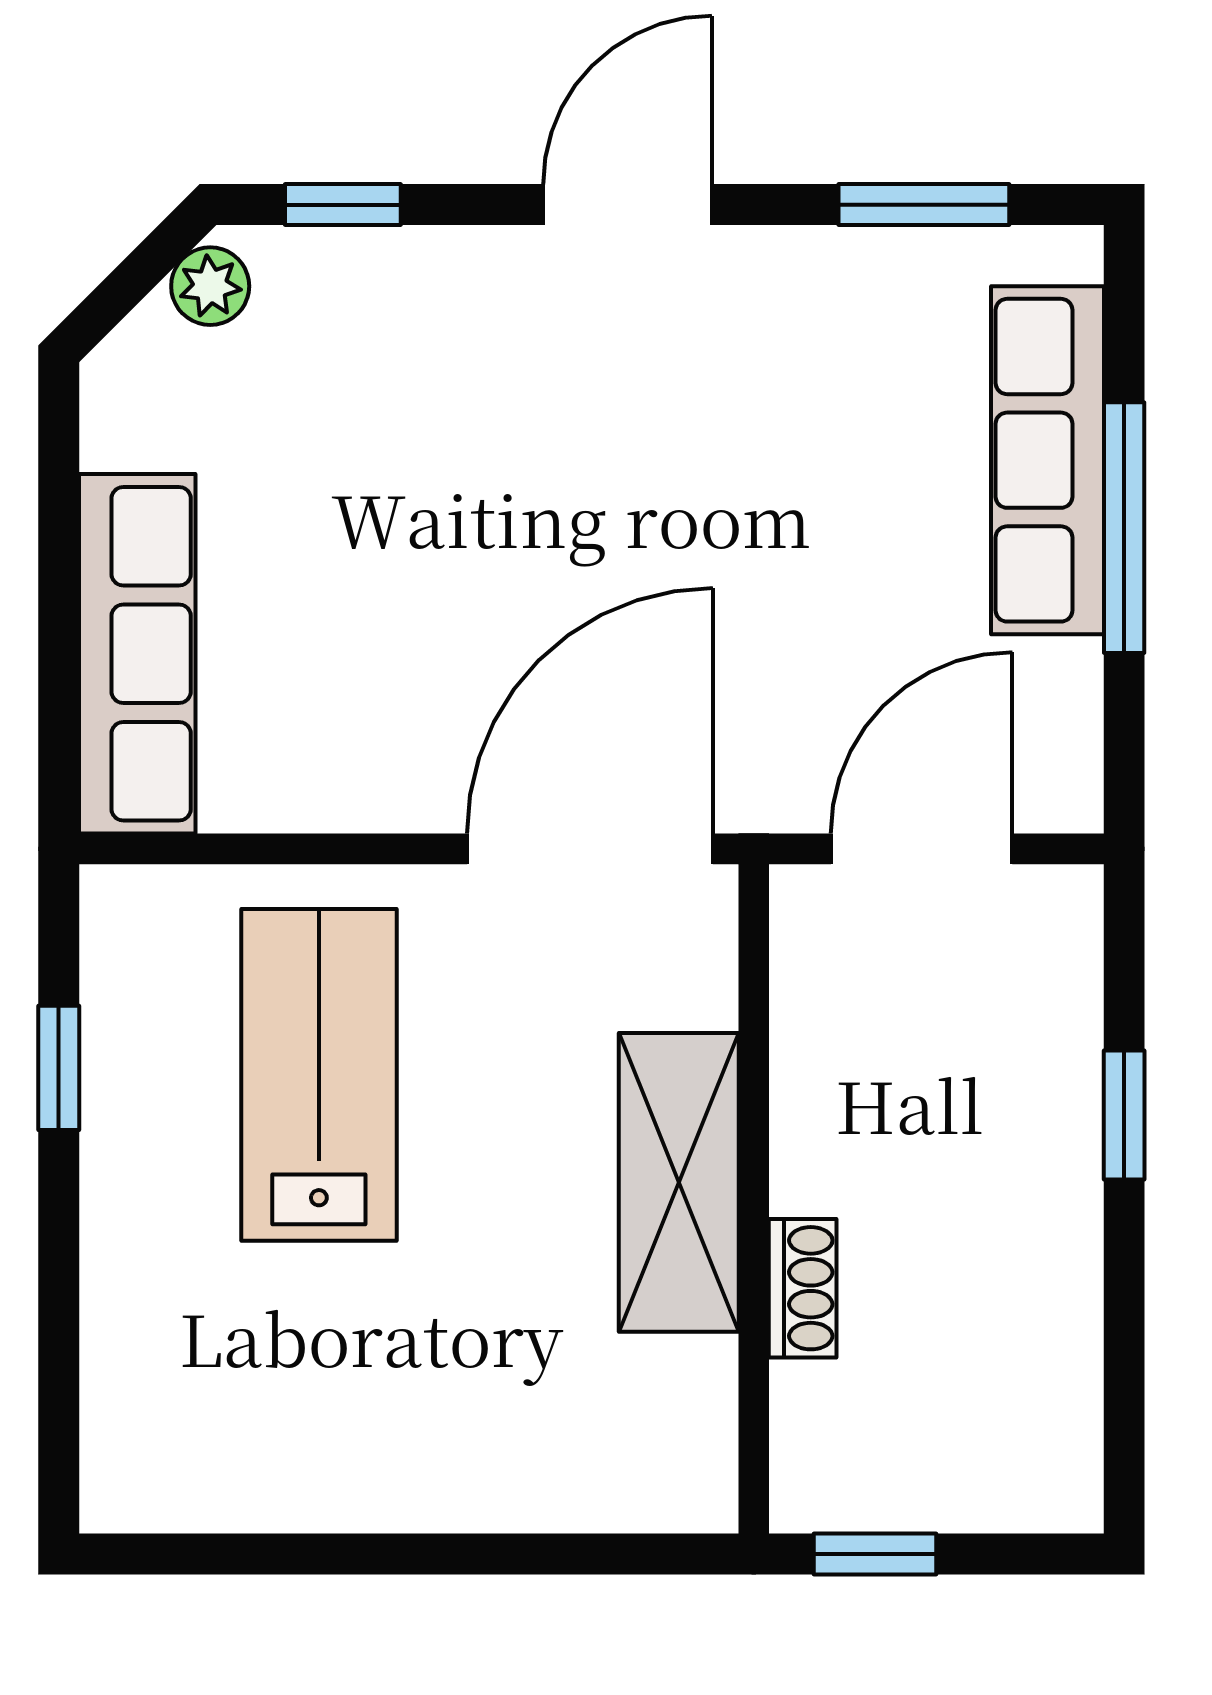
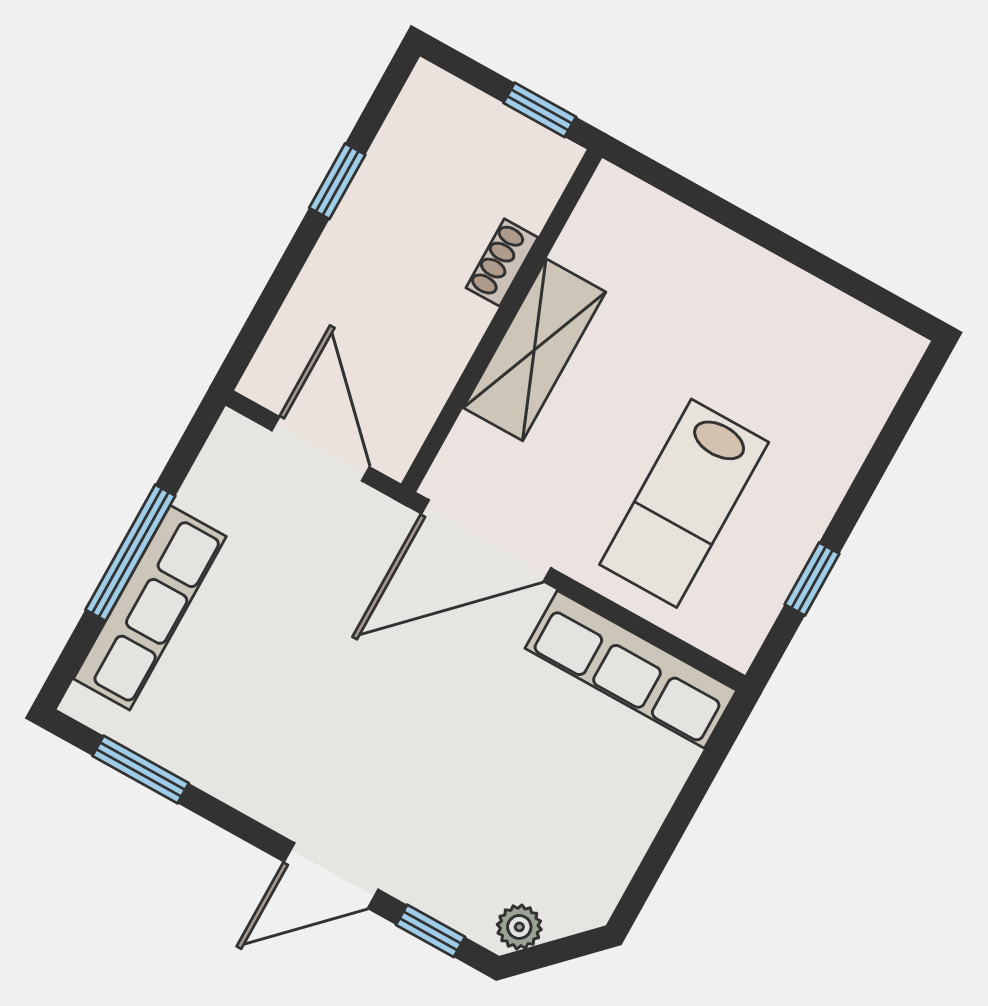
door: (628, 205) -> (331, 876), moved
row of seats: (137, 654) -> (631, 669), moved, turned -90
door: (922, 849) -> (321, 449), swing flipped
window: (1124, 1115) -> (337, 181), moved

